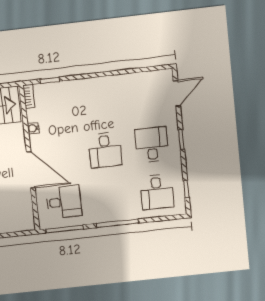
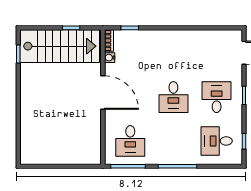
water cooler: (33, 128) -> (110, 58), moved
door: (31, 170) -> (103, 93), moved
desk: (157, 192) -> (217, 141), turned 90
desk: (64, 202) -> (130, 141), turned 90

